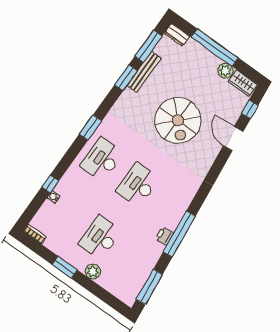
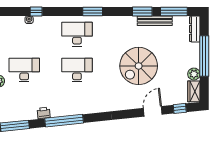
dresser: (177, 35) -> (195, 29), width x1.44
printer: (164, 236) -> (44, 113), moved

